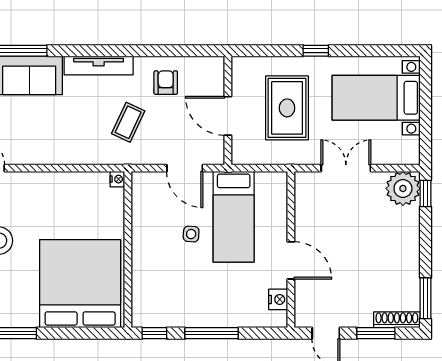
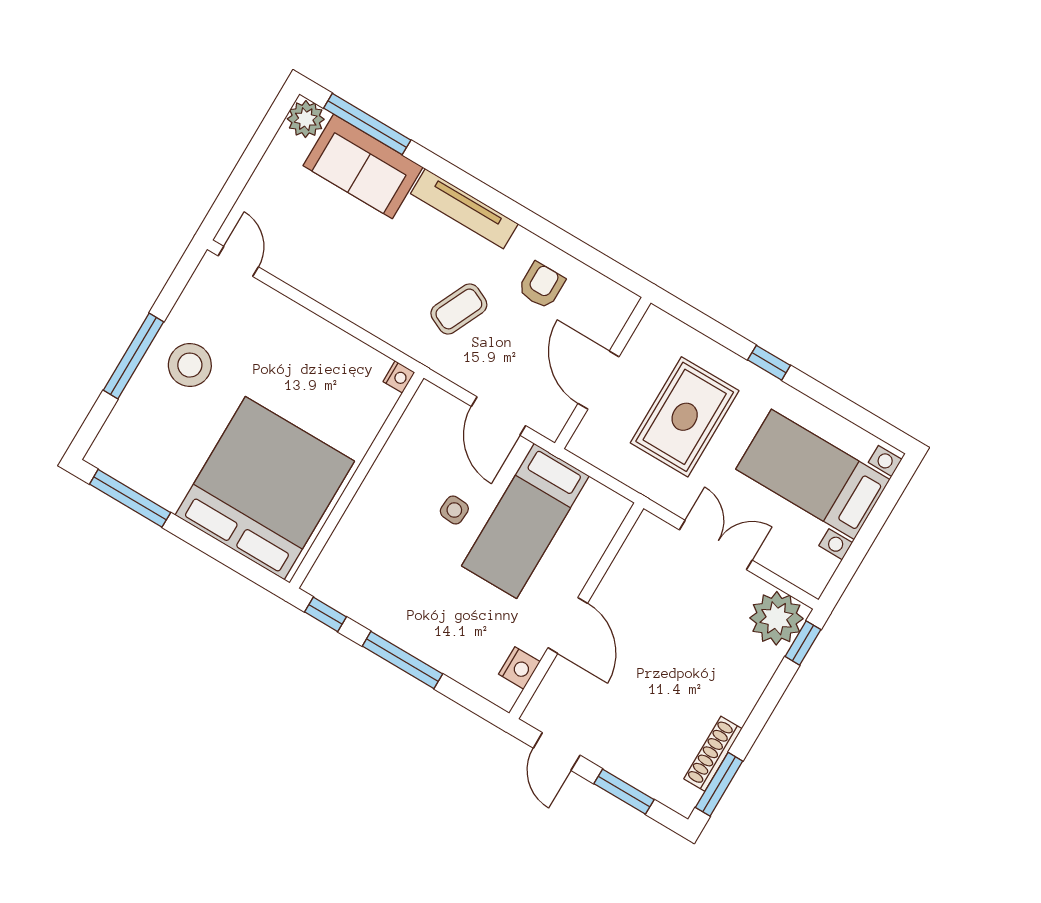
shoe rack: (397, 320) -> (713, 754), moved, turned -90

